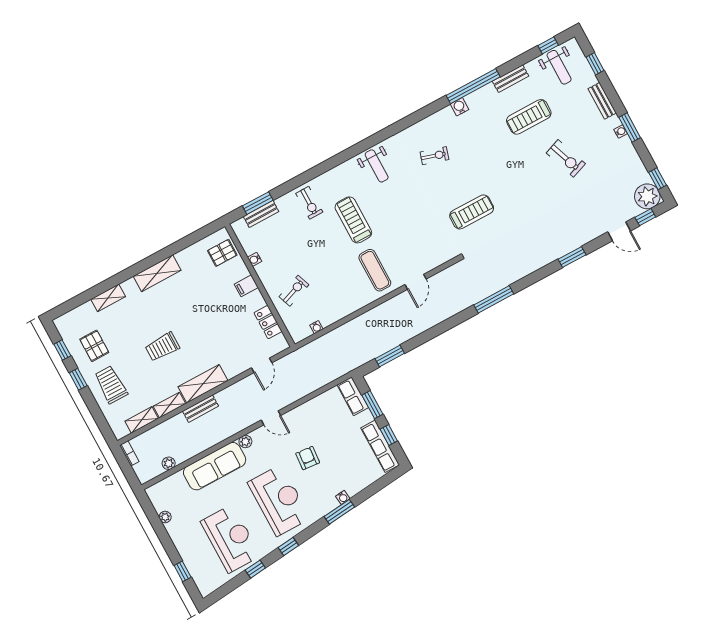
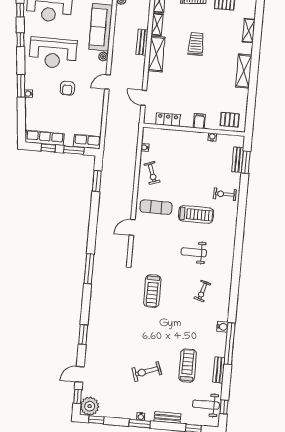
weight bench: (377, 166) -> (194, 252), moved
pallet: (222, 253) -> (230, 120), turned 90
door: (415, 282) -> (132, 227), hinge flipped
exercise bike: (294, 291) -> (152, 173), moved
armchair: (308, 458) -> (67, 88), turned 85

